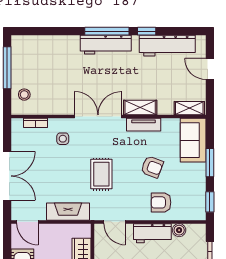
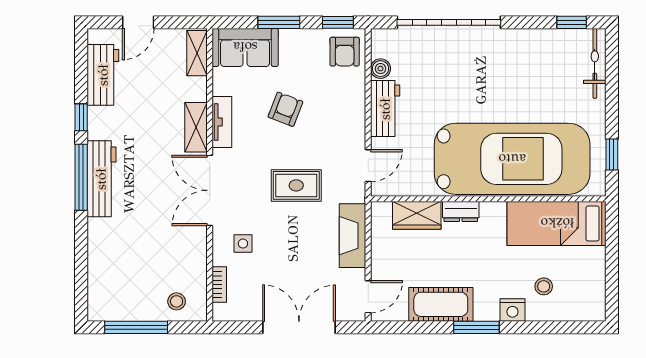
workbench: (167, 46) -> (103, 75), width x0.73
armchair: (161, 202) -> (345, 52), moved

